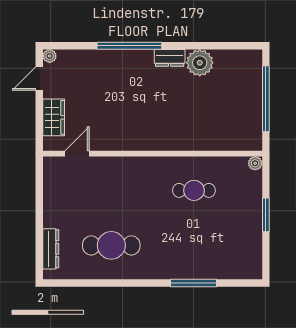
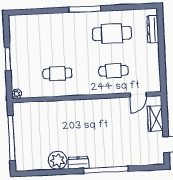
plant: (50, 56) -> (160, 160), removed
cafe table: (111, 190) -> (114, 71), added
window: (194, 283) -> (85, 9), moved

